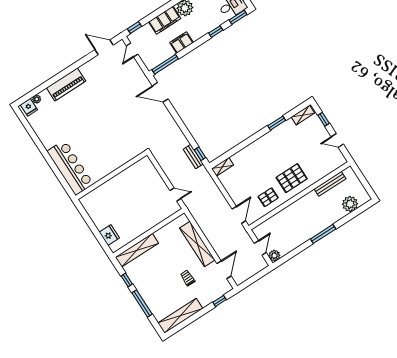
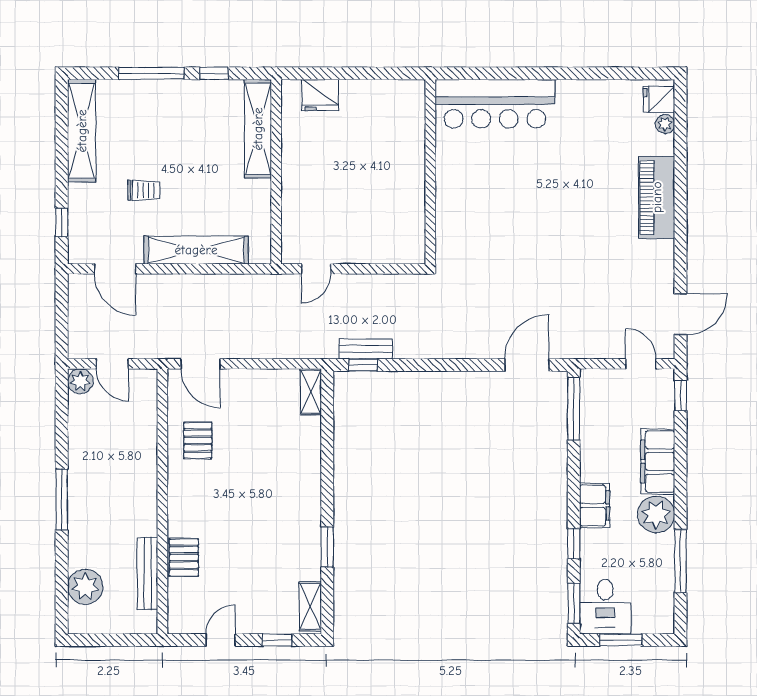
filing cabinet: (182, 43) -> (595, 505), moved
pallet: (292, 178) -> (184, 557), moved, width x0.67, depth x0.71

